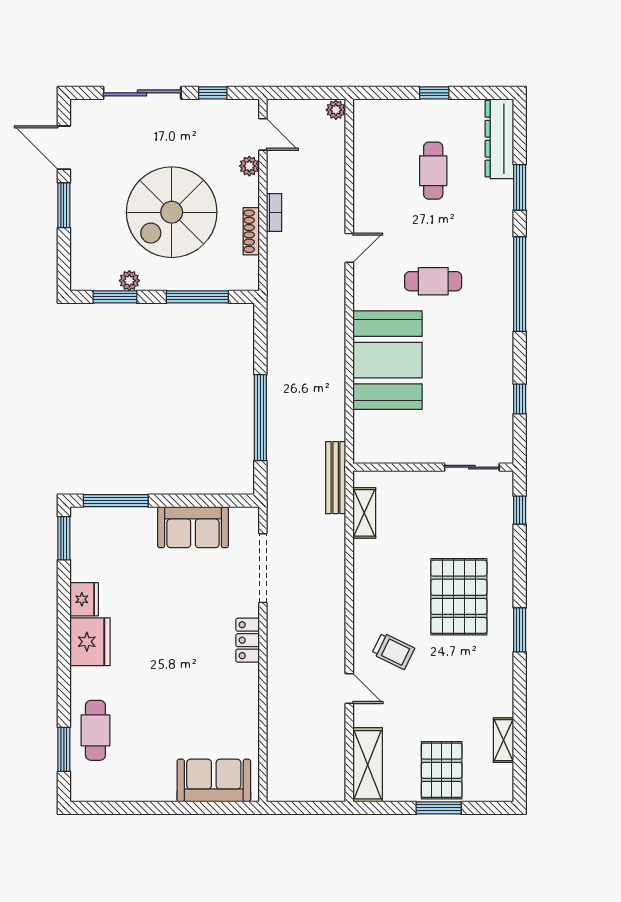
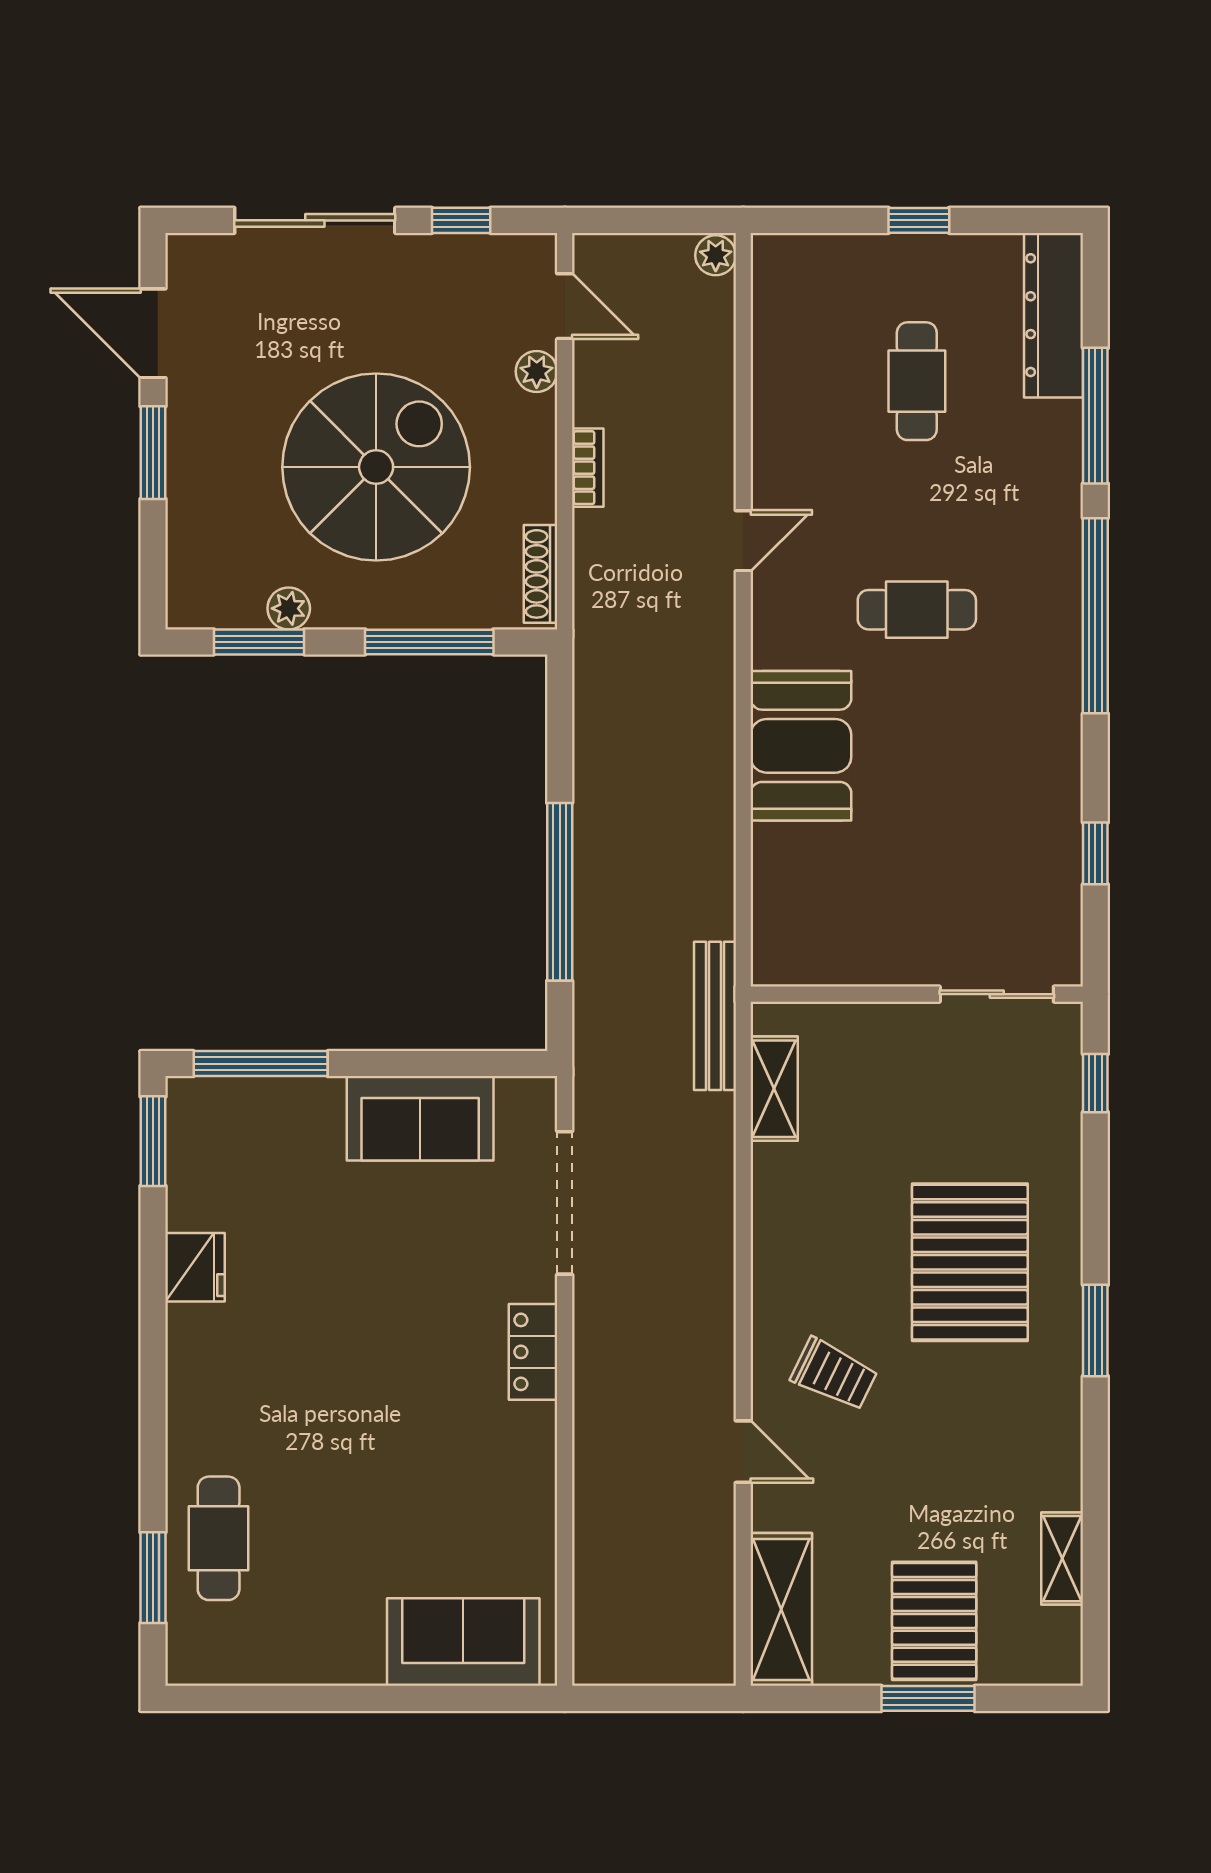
window: (520, 187) -> (1095, 416), width x1.44
spiral stairs: (172, 212) -> (376, 467), turned 180
shoe rack: (251, 231) -> (541, 574), moved
booth: (387, 360) -> (801, 746), width x0.73, depth x0.70
fridge: (90, 642) -> (207, 1355), removed

